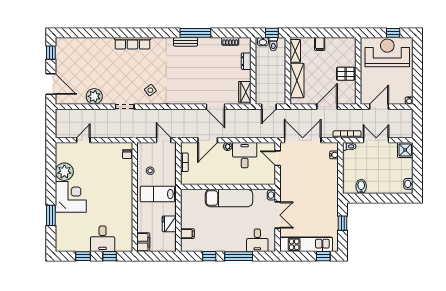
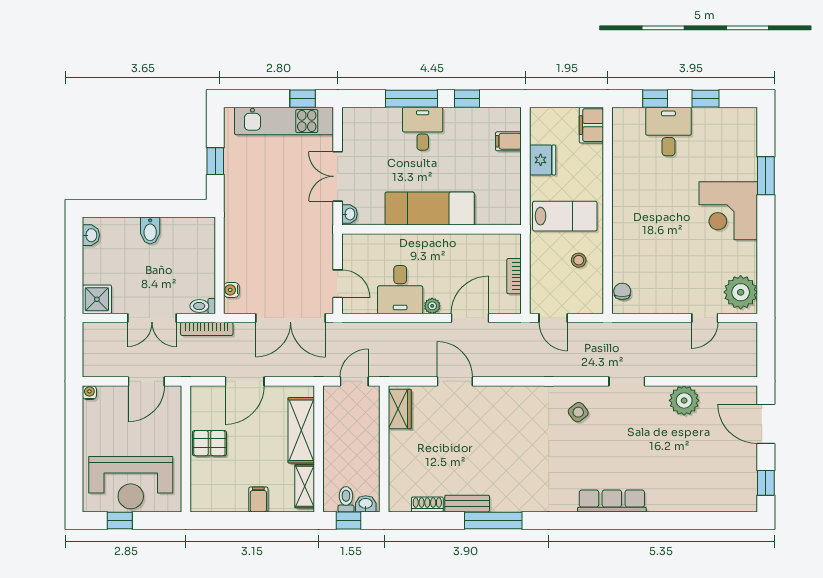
bench: (186, 42) -> (467, 504), moved
dresser: (246, 61) -> (397, 467), removed
plant: (64, 172) -> (741, 292), moved
bidet: (361, 186) -> (150, 230), moved
desk: (257, 240) -> (423, 129), moved
window: (323, 256) -> (303, 99), moved

